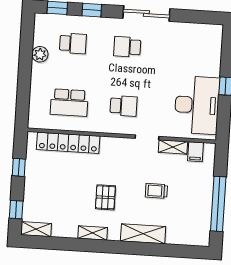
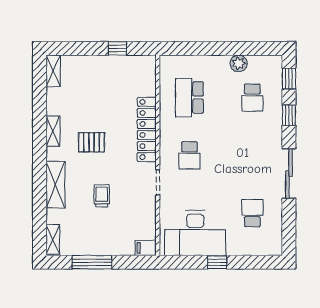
school desk: (127, 47) -> (252, 213), moved
locker: (68, 143) -> (147, 129), moved
shelving: (173, 147) -> (53, 239), moved
filing cabinet: (195, 152) -> (146, 248), moved
window: (218, 204) -> (92, 262), width x0.68
window: (16, 210) -> (72, 48), removed

